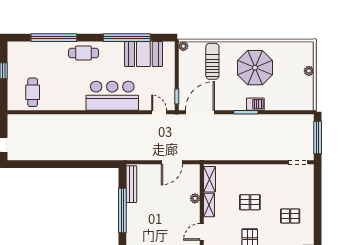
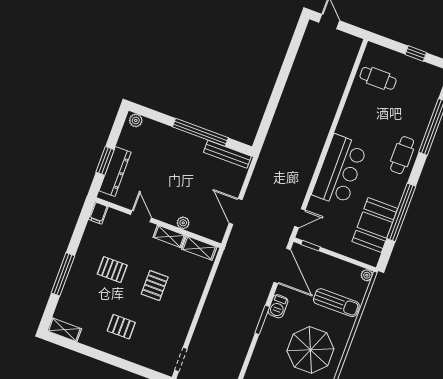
barbecue: (255, 104) -> (278, 306), moved
pallet: (290, 216) -> (121, 327), turned 90

